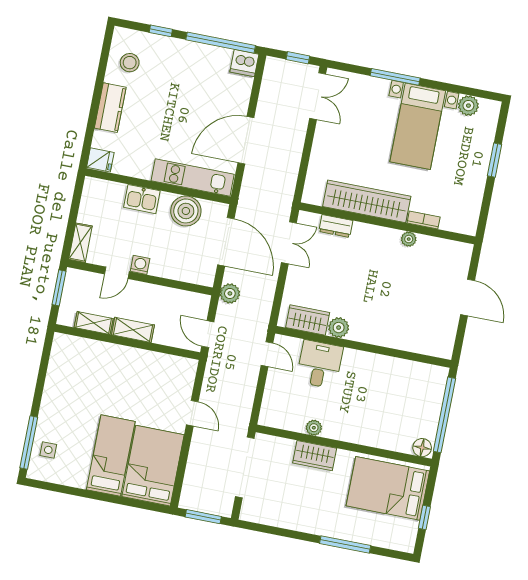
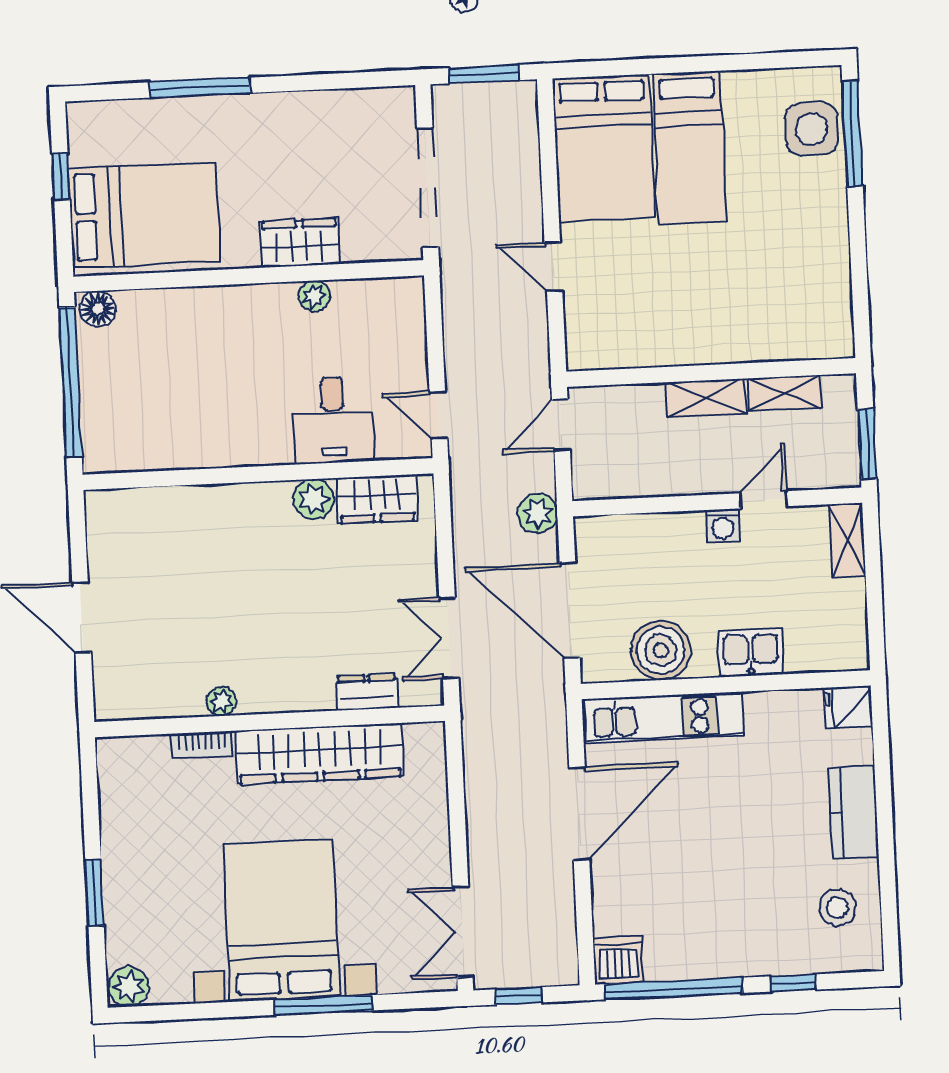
plant: (468, 106) -> (129, 986), moved
bed with nightstands: (418, 126) -> (281, 920), width x1.36
door: (208, 334) -> (561, 425), swing flipped
side table: (48, 450) -> (812, 129), width x1.87, depth x1.87

